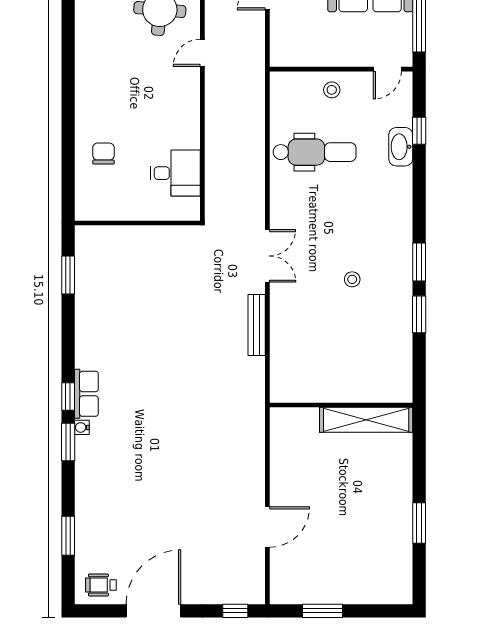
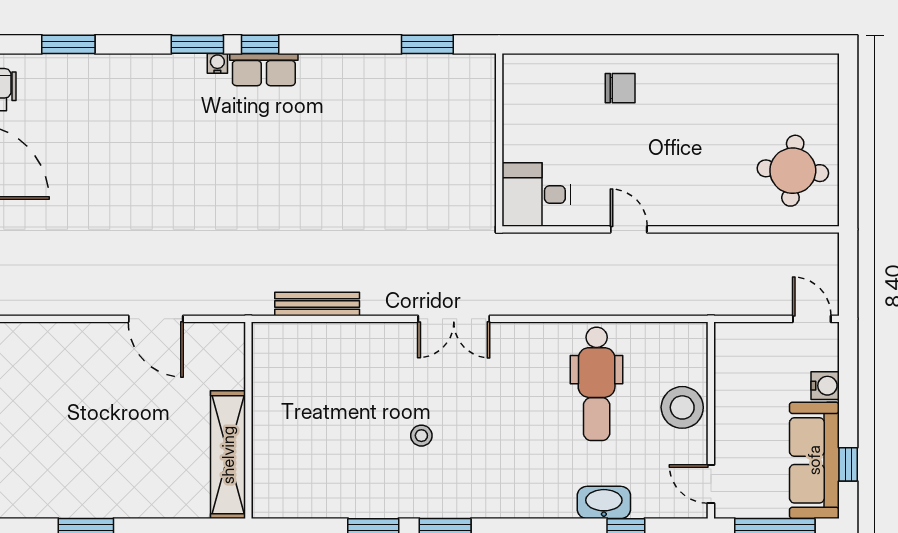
door: (202, 53) -> (629, 229), moved
stool: (332, 90) -> (682, 407), width x1.89, depth x1.89
chair: (103, 153) -> (620, 88), moved
desk: (175, 173) -> (536, 194), moved, turned 90
bench: (257, 325) -> (317, 304), moved
door: (267, 527) -> (156, 319), moved

